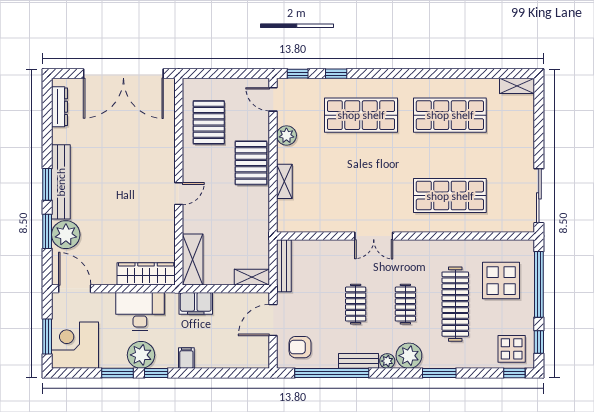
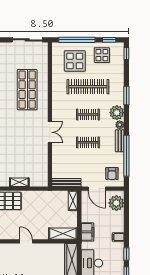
display table: (512, 349) -> (102, 55), moved
plant: (141, 355) -> (116, 203), moved

